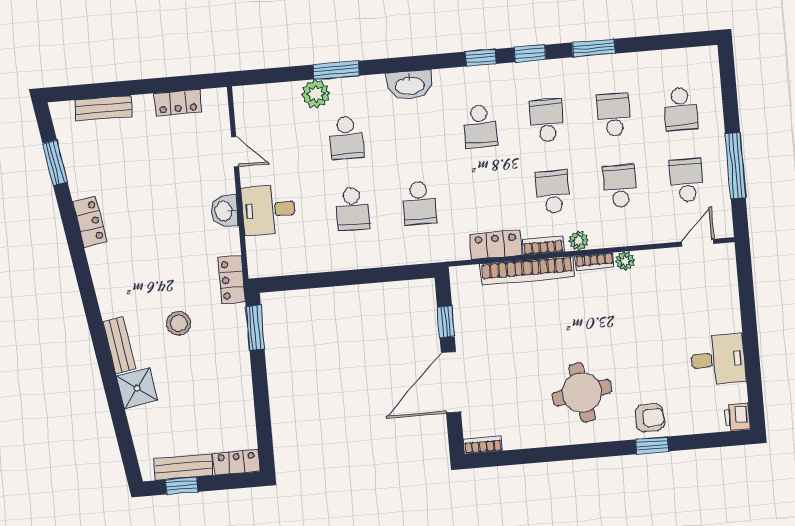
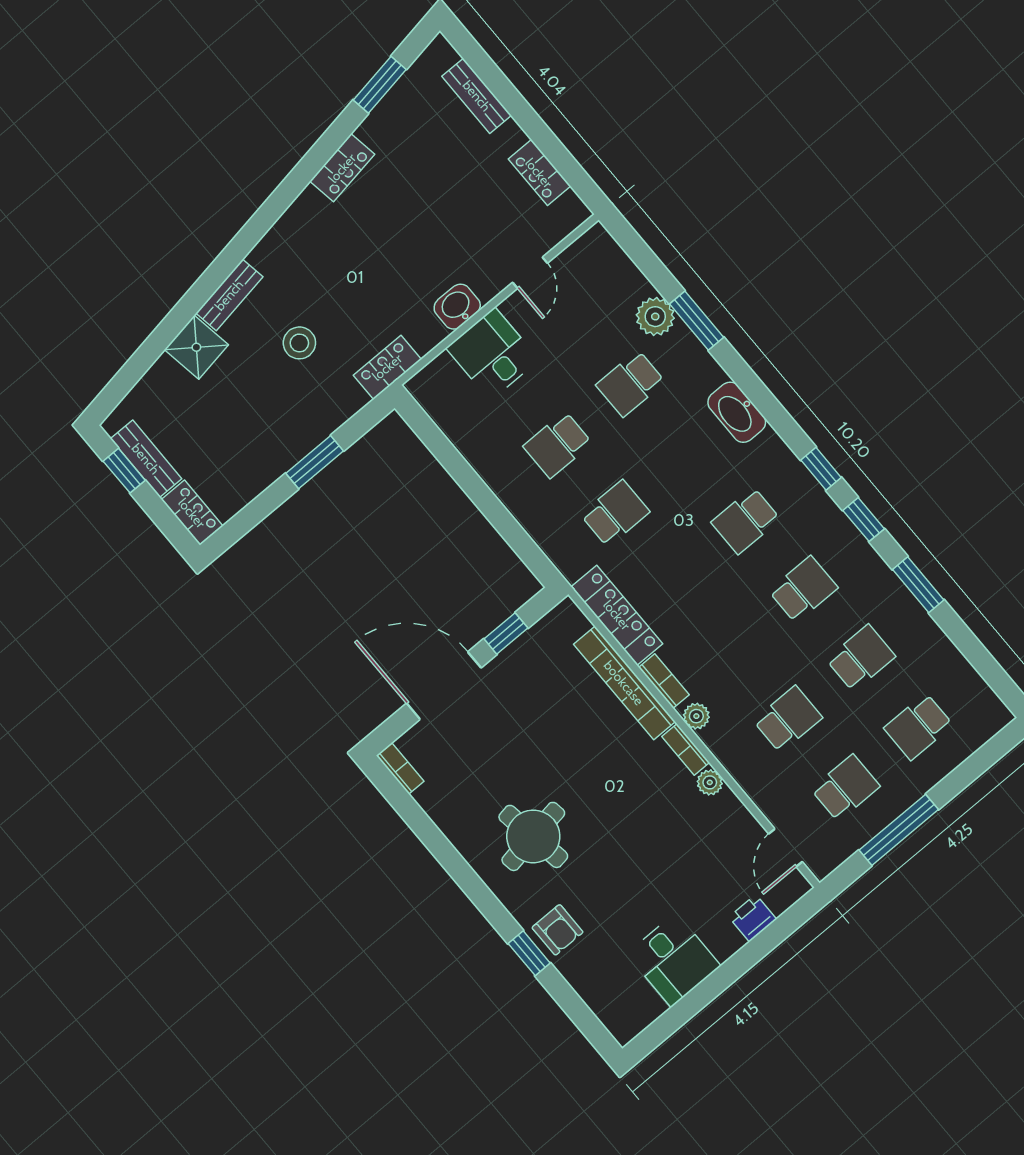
school desk: (553, 192) -> (730, 651), removed
school desk: (419, 203) -> (615, 513), turned 180
door: (698, 243) -> (786, 848), swing flipped
locker: (496, 245) -> (617, 615), width x1.53
window: (255, 328) -> (315, 462), moved
printer: (737, 417) -> (753, 918), moved

